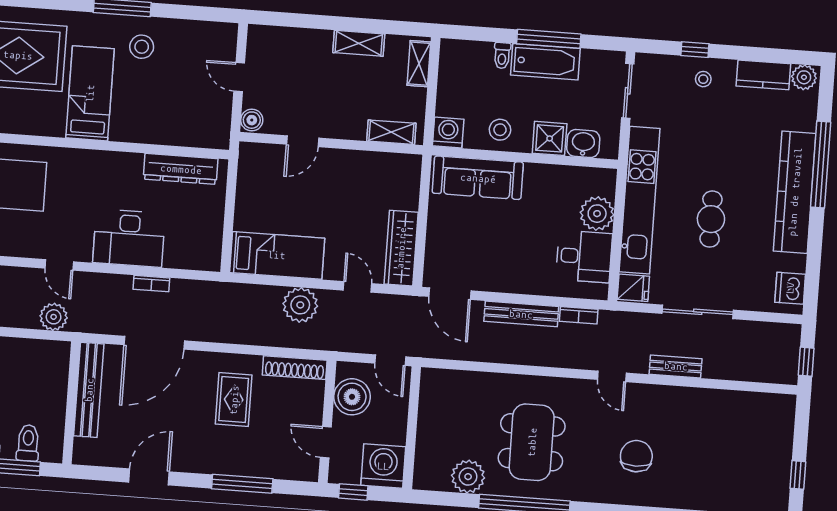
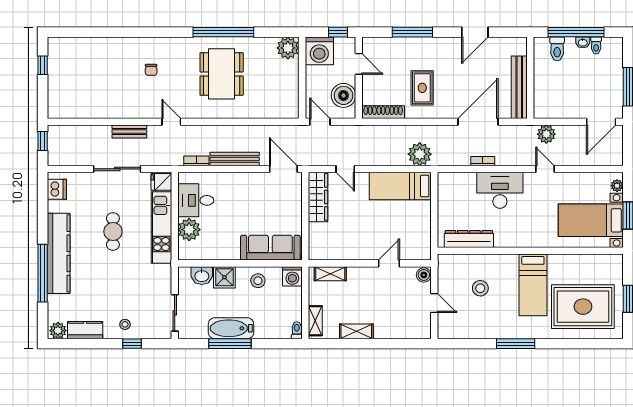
stool: (142, 47) -> (480, 288), moved
toilet: (502, 56) -> (297, 330), moved
kitchen unit: (640, 200) -> (161, 228), width x0.73
plant: (300, 305) -> (420, 154), moved
chair: (636, 456) -> (151, 70), width x0.54, depth x0.54
plant: (468, 477) -> (288, 48), moved

